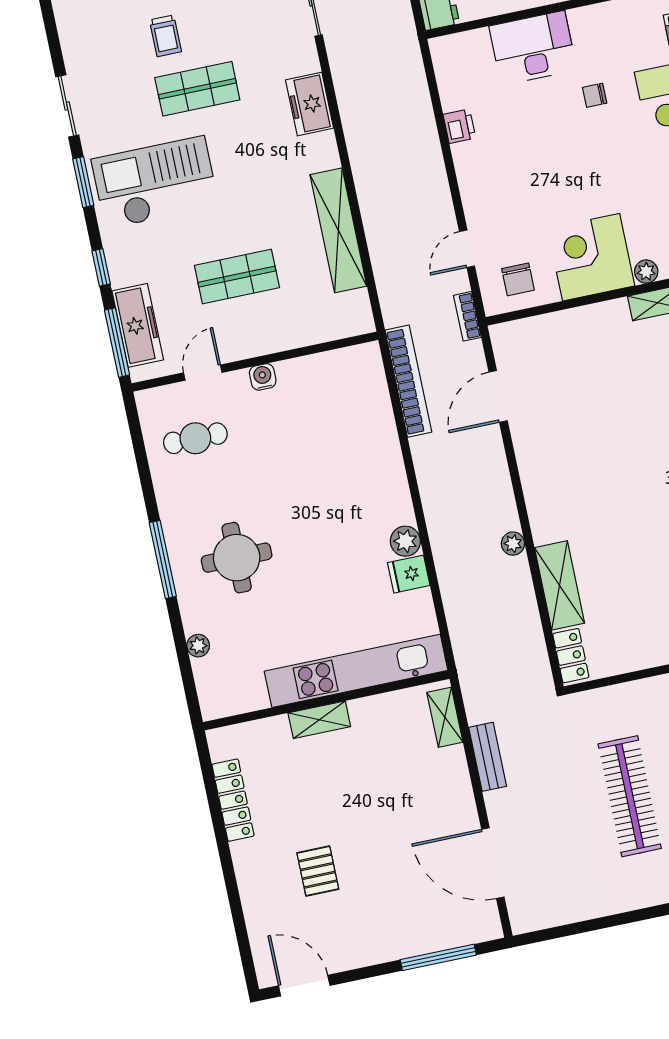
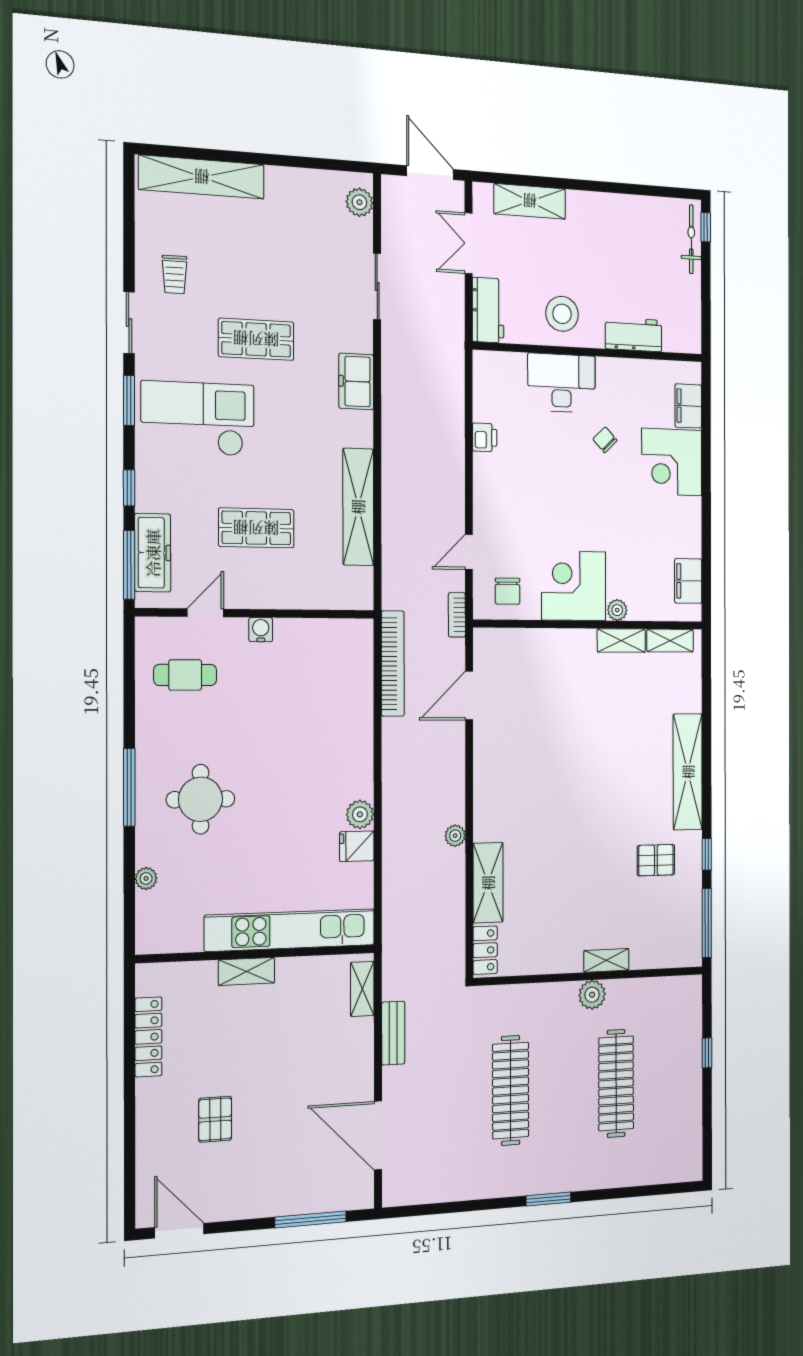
trolley: (165, 36) -> (174, 274), moved
chair: (595, 95) -> (605, 440), turned 46

